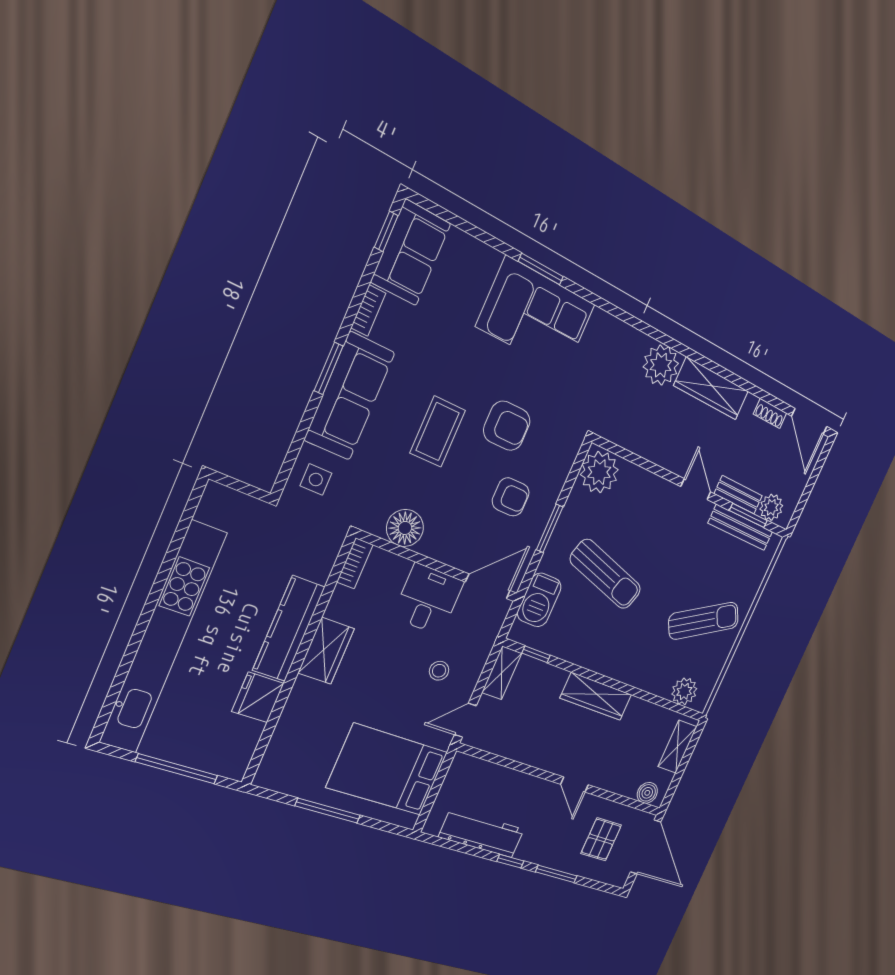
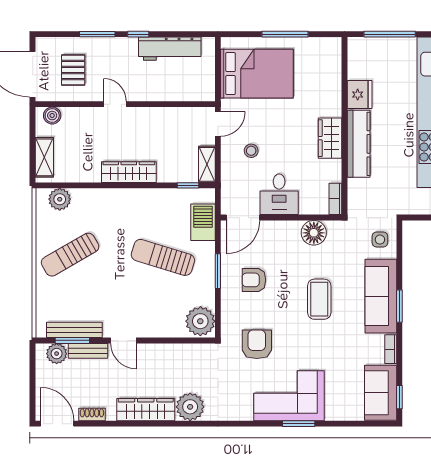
armchair: (507, 426) -> (257, 344), moved, turned 90

